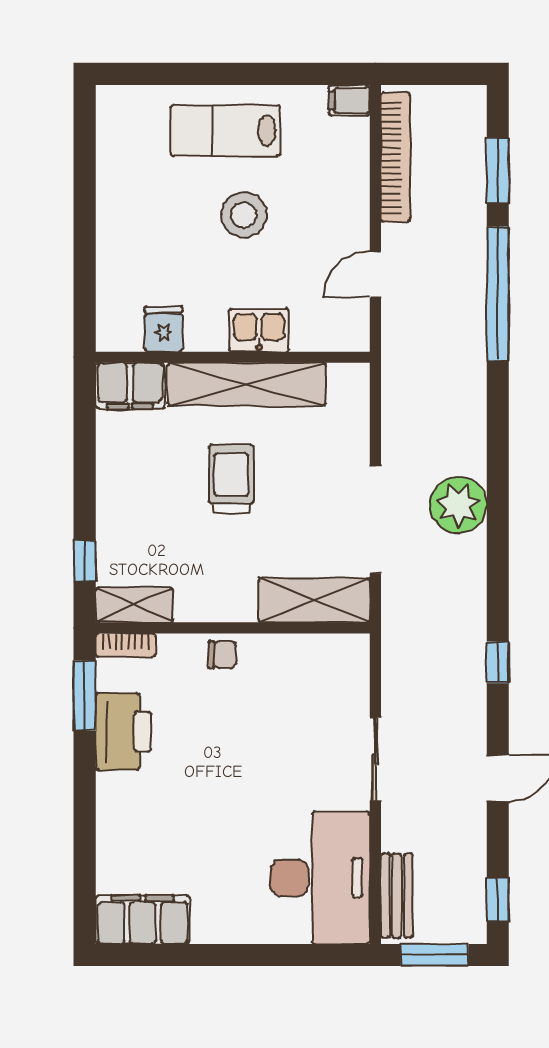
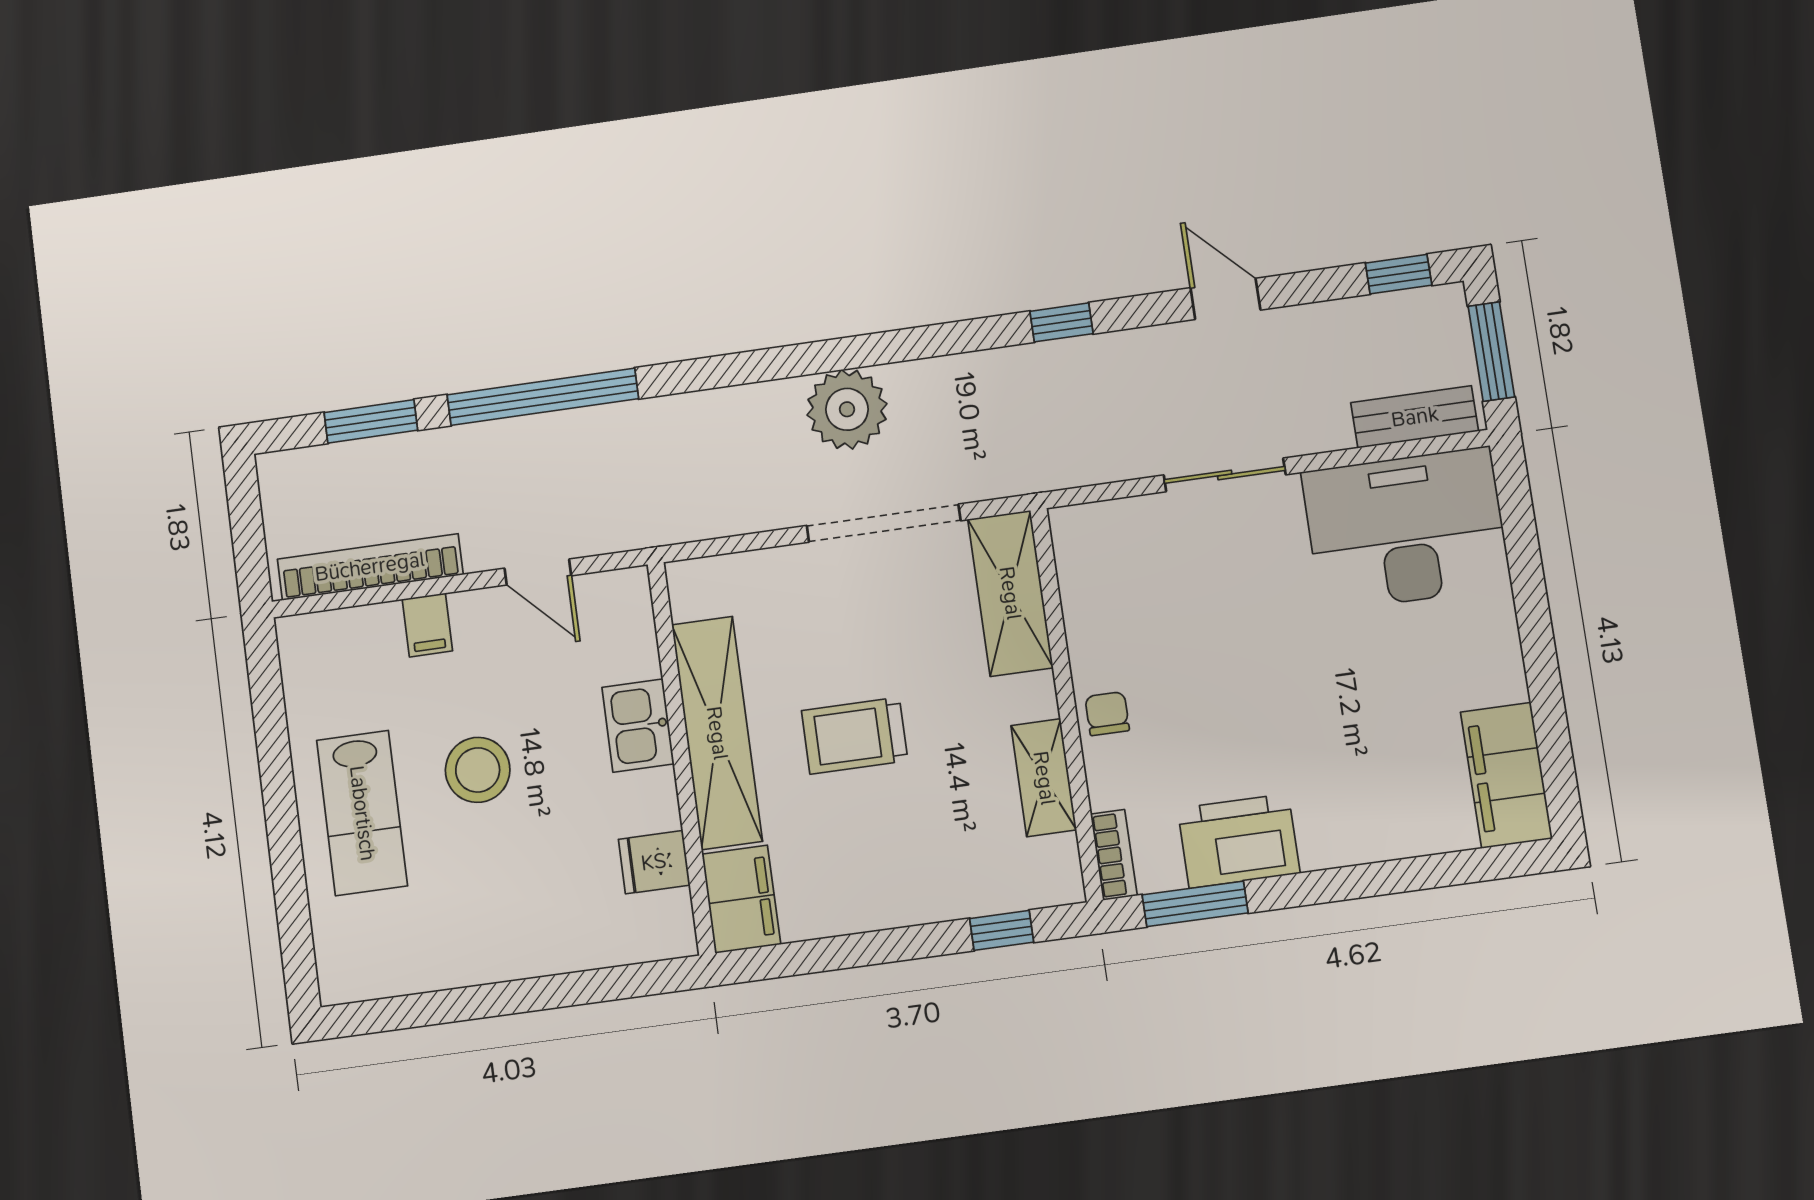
filing cabinet: (349, 100) -> (427, 625), moved
shelving: (134, 605) -> (1044, 778), moved

